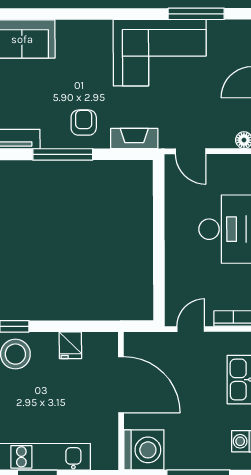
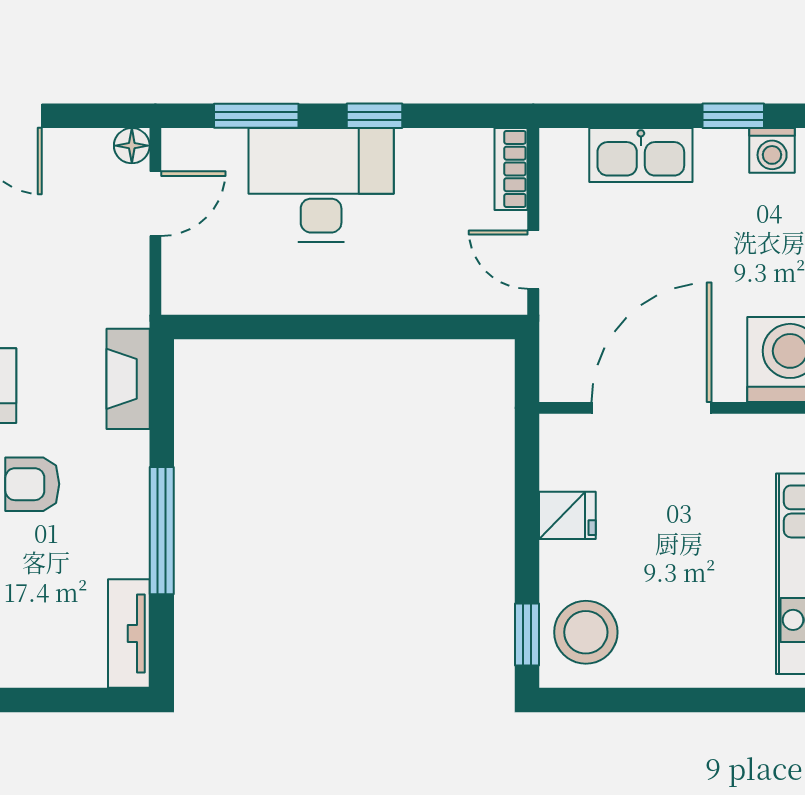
armchair: (84, 123) -> (32, 484), moved
door: (191, 151) -> (155, 204), moved

